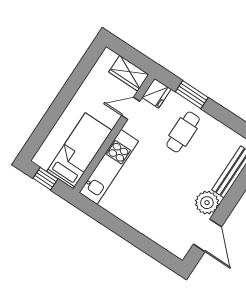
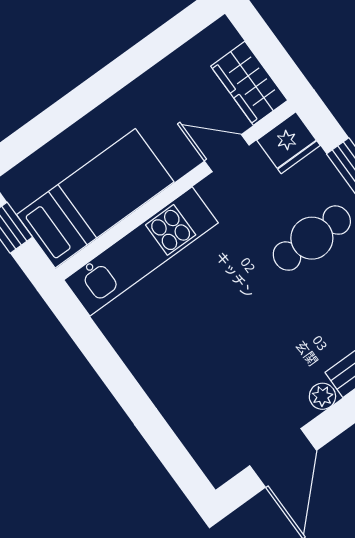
plant: (207, 203) -> (322, 396), width x0.53, depth x0.53

